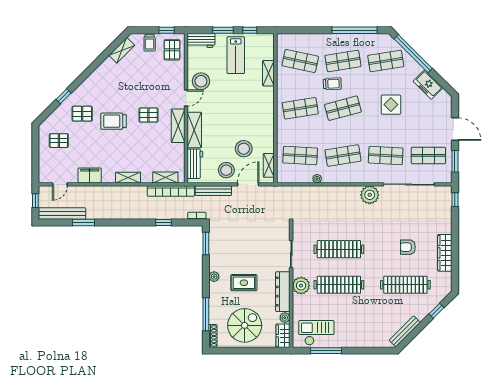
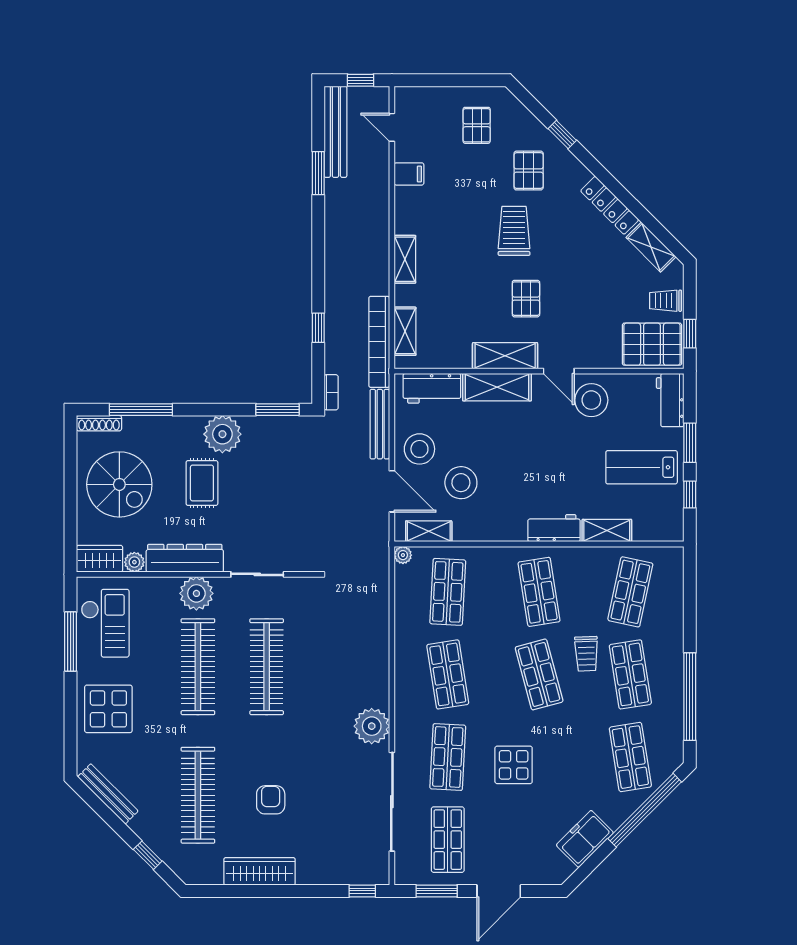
pallet: (172, 50) -> (652, 344), width x1.50, depth x1.42
locker: (100, 72) -> (610, 205), added
workbench: (267, 100) -> (554, 528), added
display table: (391, 105) -> (514, 765), moved
filing cabinet: (90, 176) -> (409, 174), width x0.50
plant: (317, 179) -> (403, 555), moved
plant: (214, 277) -> (222, 434), width x1.87, depth x1.87
display table: (361, 331) -> (108, 709), added

